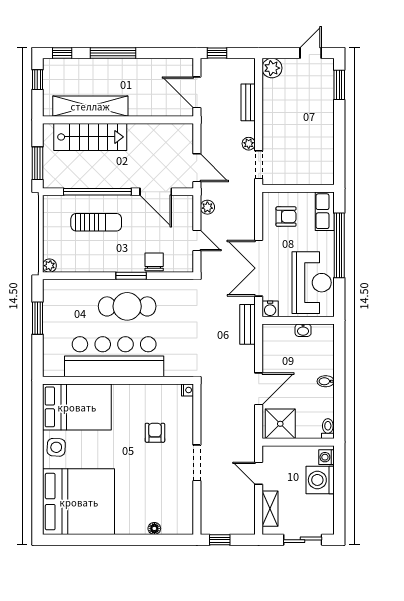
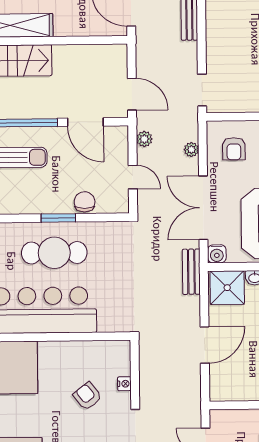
plant: (249, 144) -> (191, 150), moved
armchair: (286, 217) -> (234, 149), turned 90
nightstand: (188, 390) -> (124, 384), moved
shower: (280, 424) -> (227, 288), moved
armchair: (155, 433) -> (87, 396), turned -38

